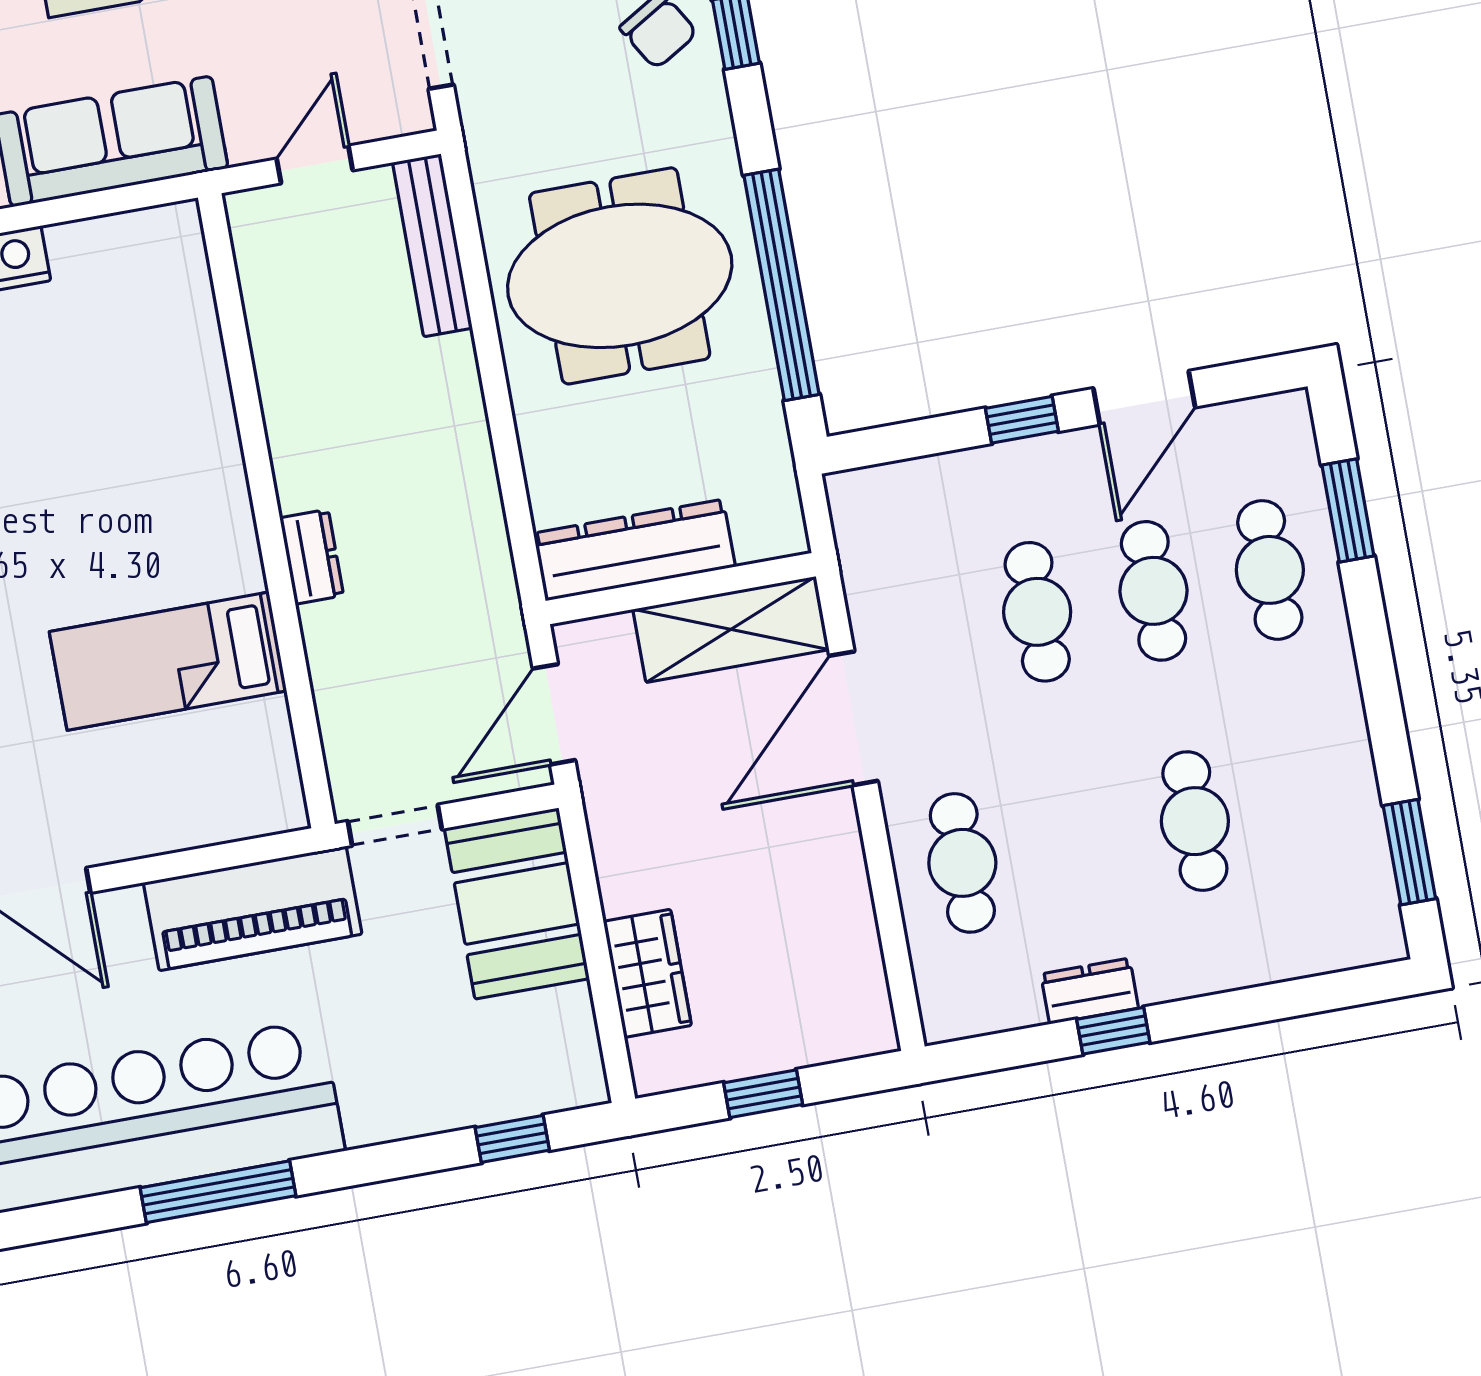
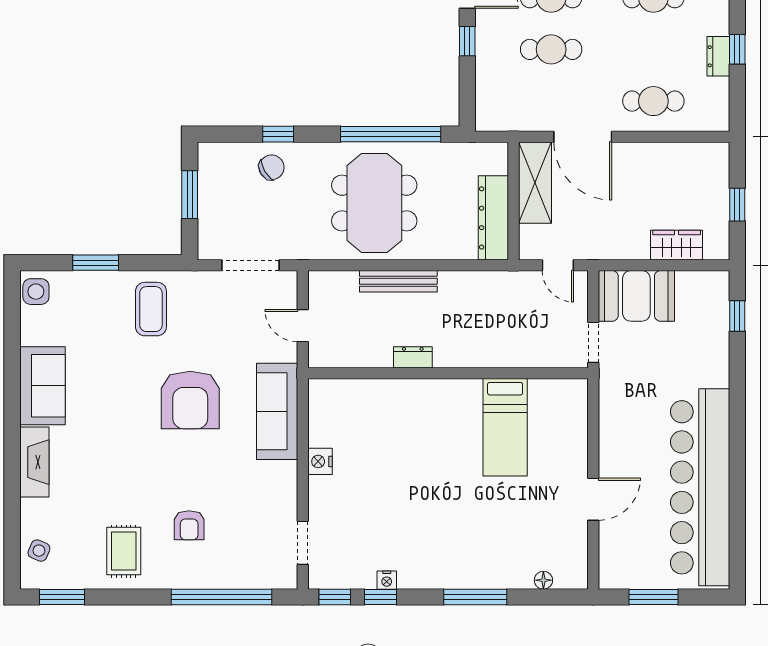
bench: (432, 245) -> (398, 281), moved
dresser: (312, 557) -> (413, 357), moved
door: (554, 714) -> (558, 265), width x0.73
piano: (253, 908) -> (618, 410), removed
window: (218, 1192) -> (737, 447), removed

